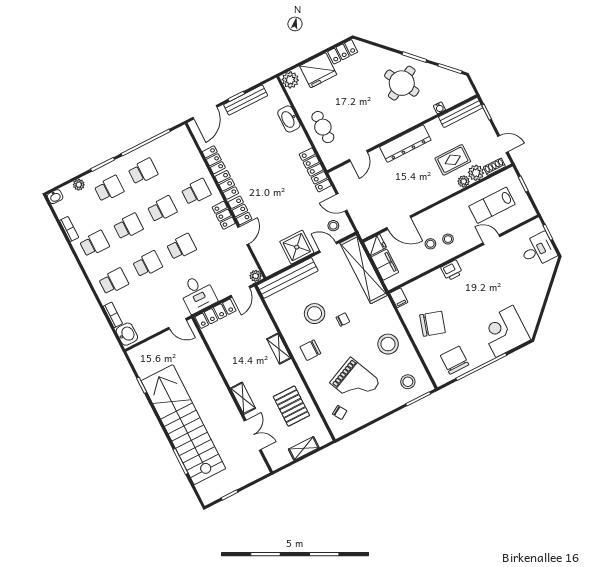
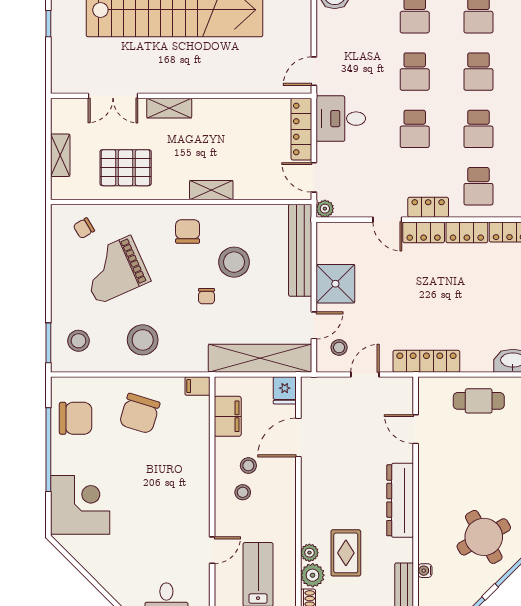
filing cabinet: (385, 265) -> (228, 416), moved, turned -90
printer: (452, 270) -> (198, 476), removed

